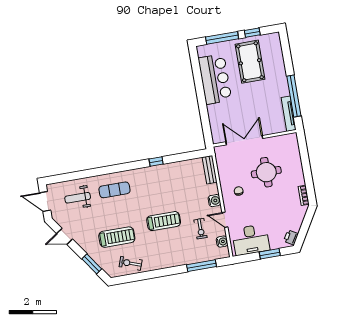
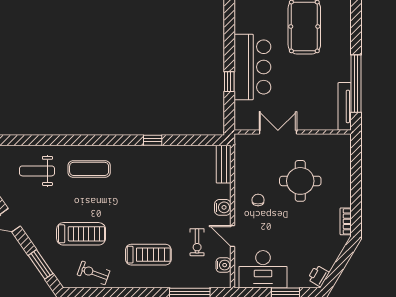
bar counter: (215, 79) -> (252, 67), moved
window: (203, 110) -> (229, 82), added
double door: (244, 140) -> (278, 132), width x0.73
treadmill: (164, 221) -> (148, 255), moved

